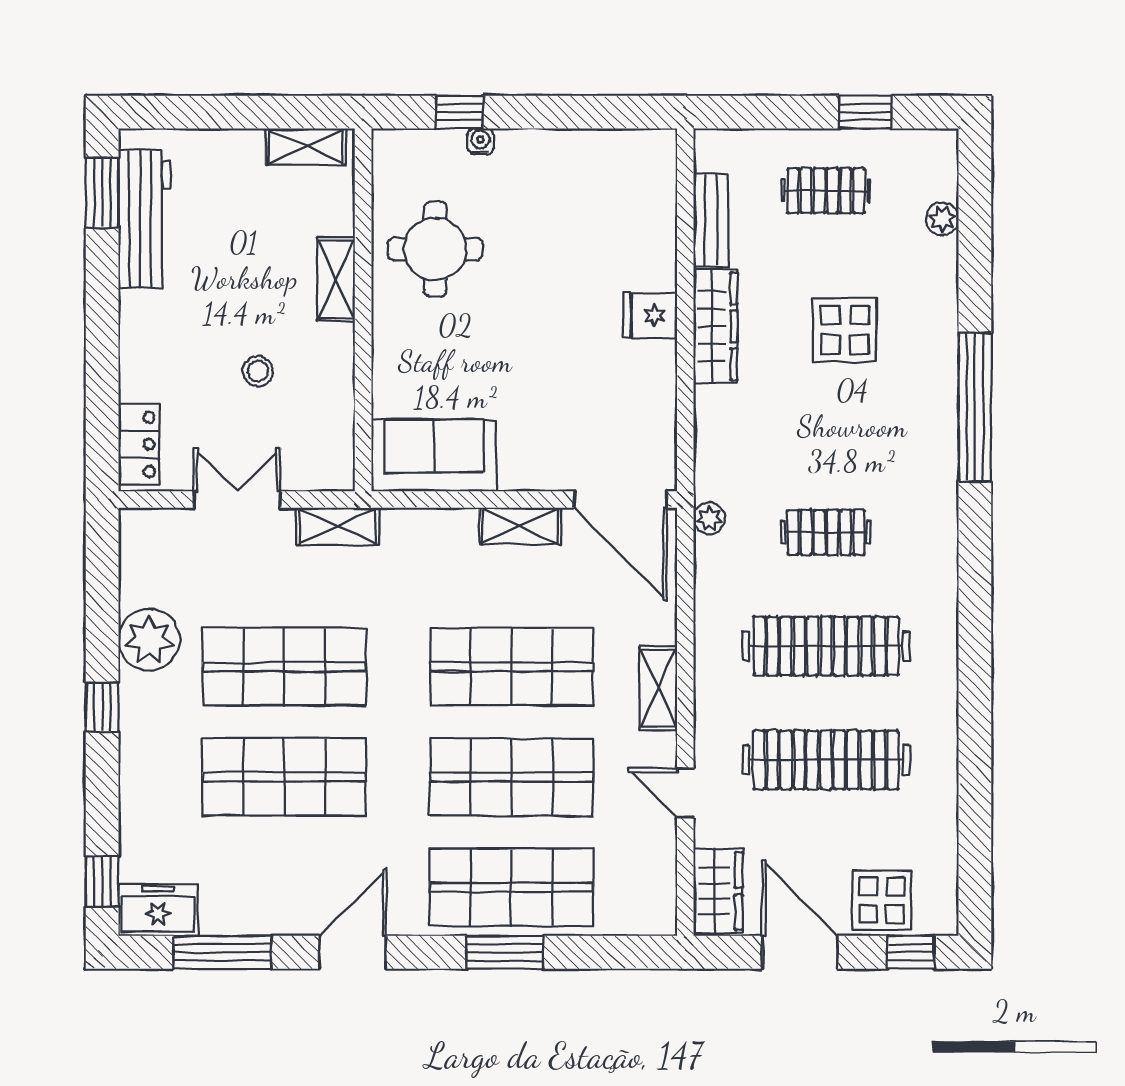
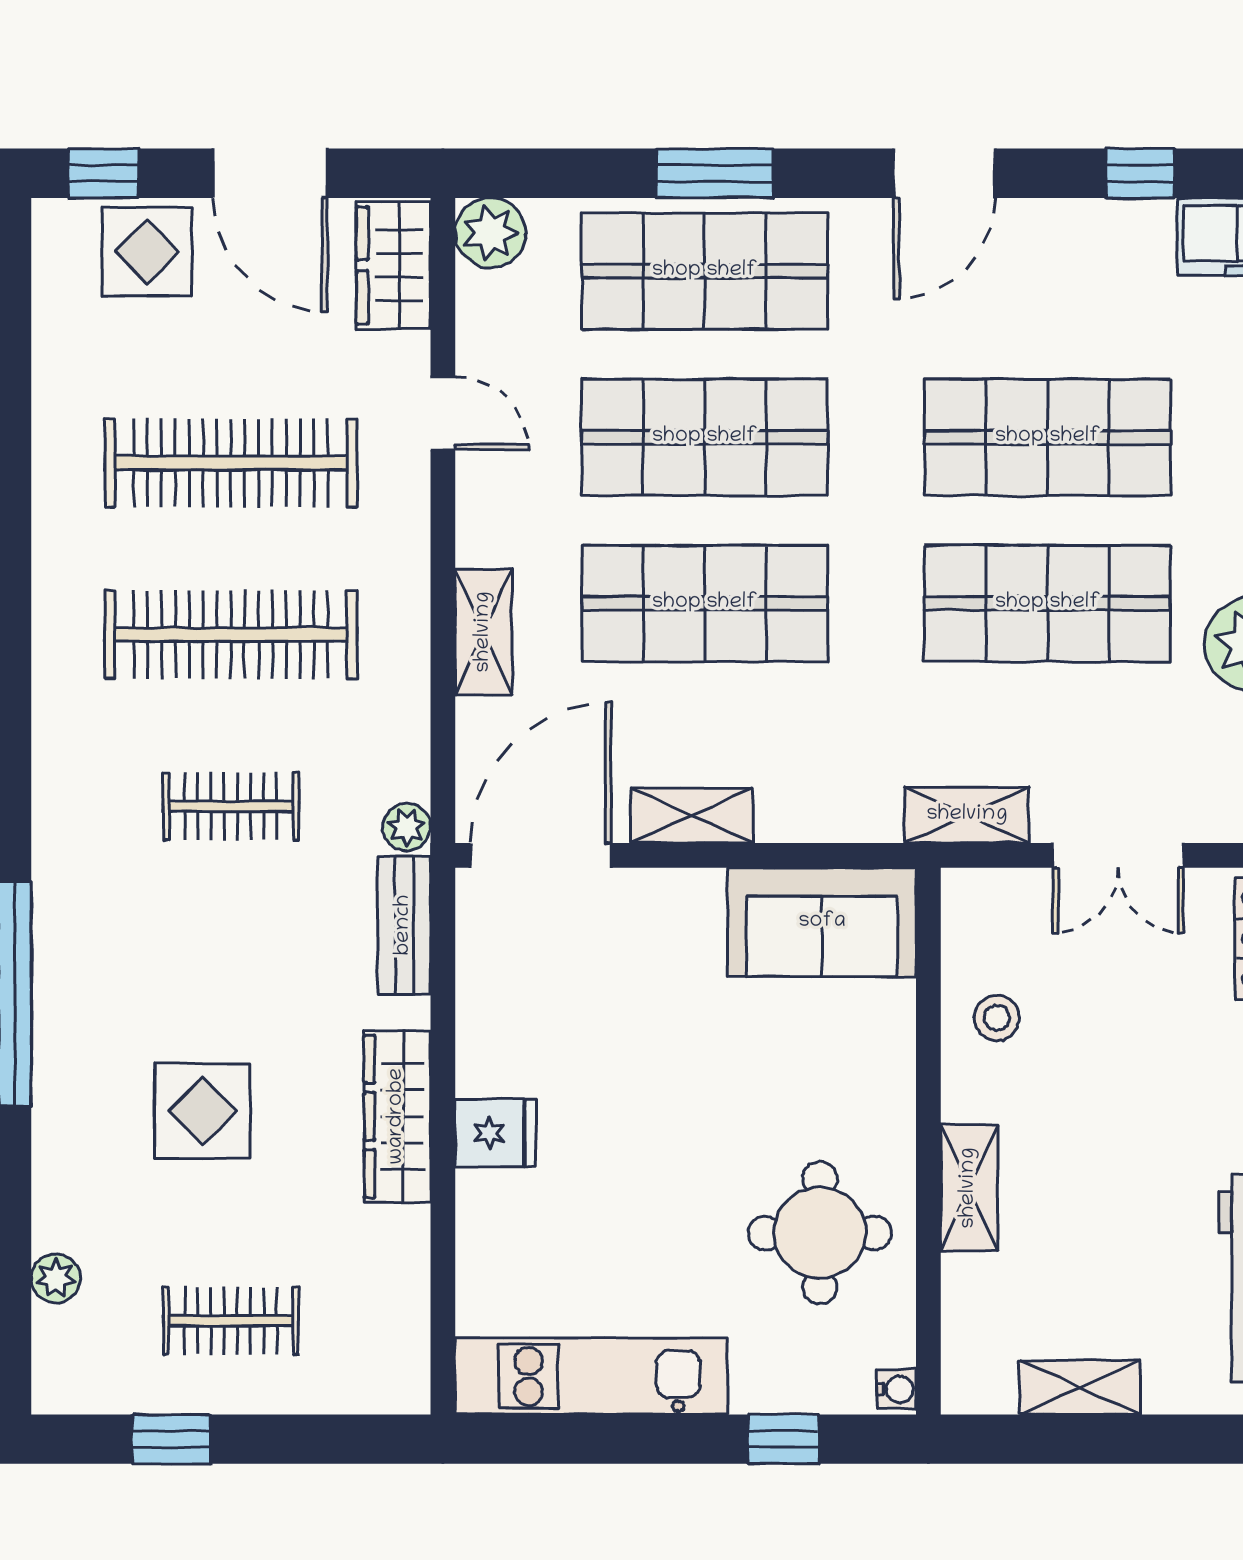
water cooler: (480, 142) -> (896, 1389), moved, turned -90
shelving: (306, 146) -> (1080, 1387), moved
kitchen unit: (587, 154) -> (591, 1376), added
bench: (711, 220) -> (404, 925), moved
stool: (258, 371) -> (997, 1018), moved
door: (620, 500) -> (541, 855), hinge flipped
shelving: (658, 688) -> (484, 632), moved
plant: (654, 913) -> (490, 233), added
window: (222, 952) -> (1140, 173), width x0.46

